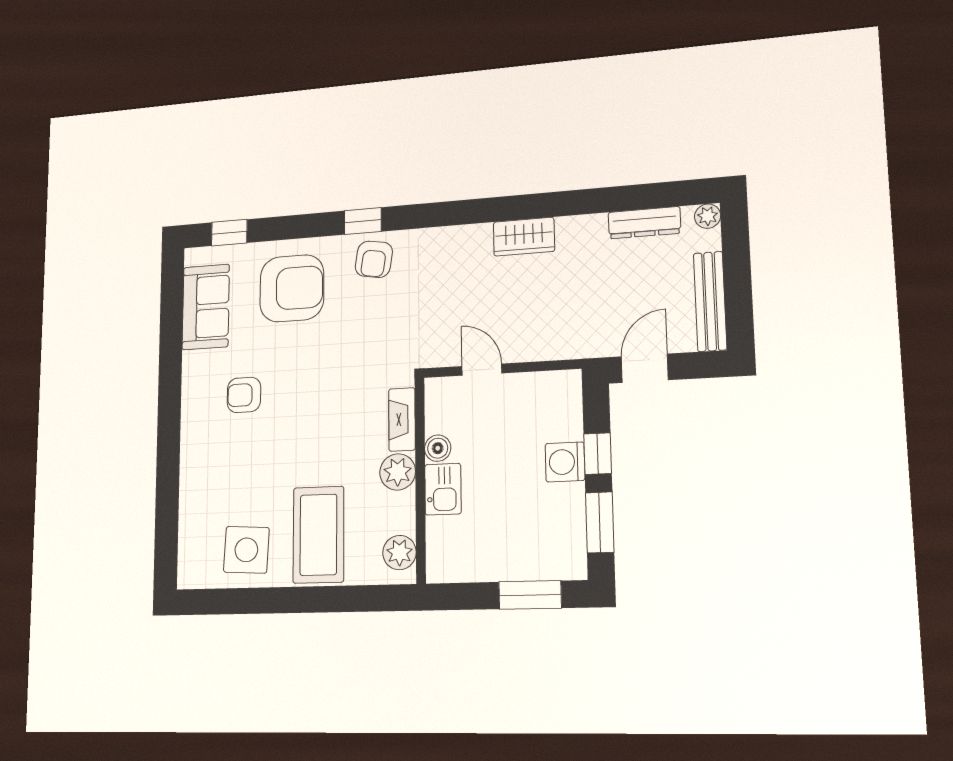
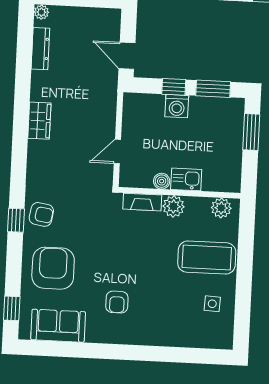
bench: (710, 301) -> (92, 15), removed
side table: (246, 550) -> (212, 304), width x0.54, depth x0.54

